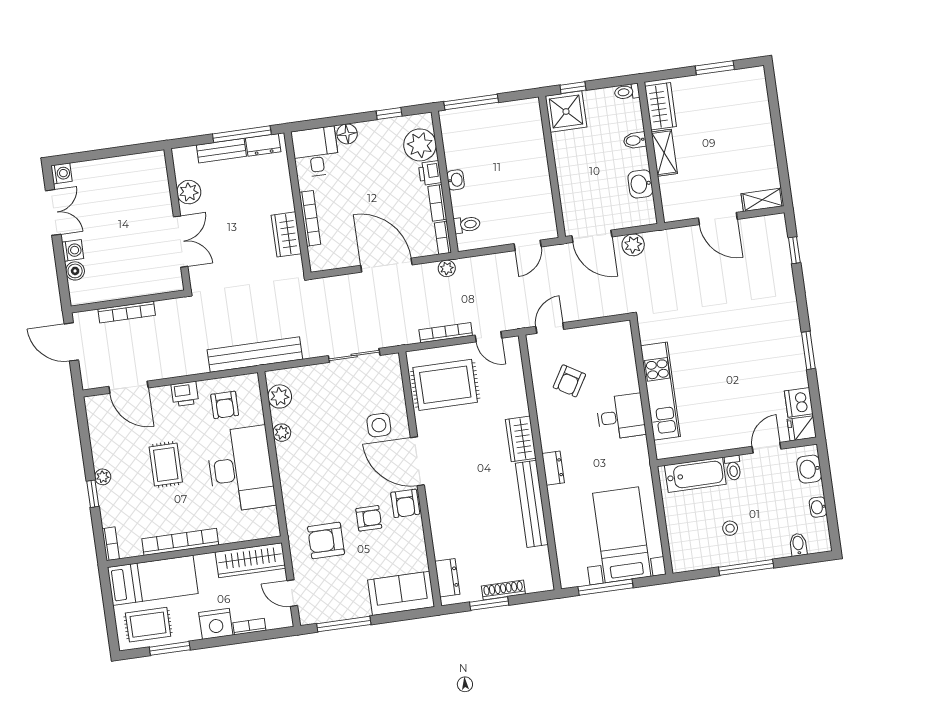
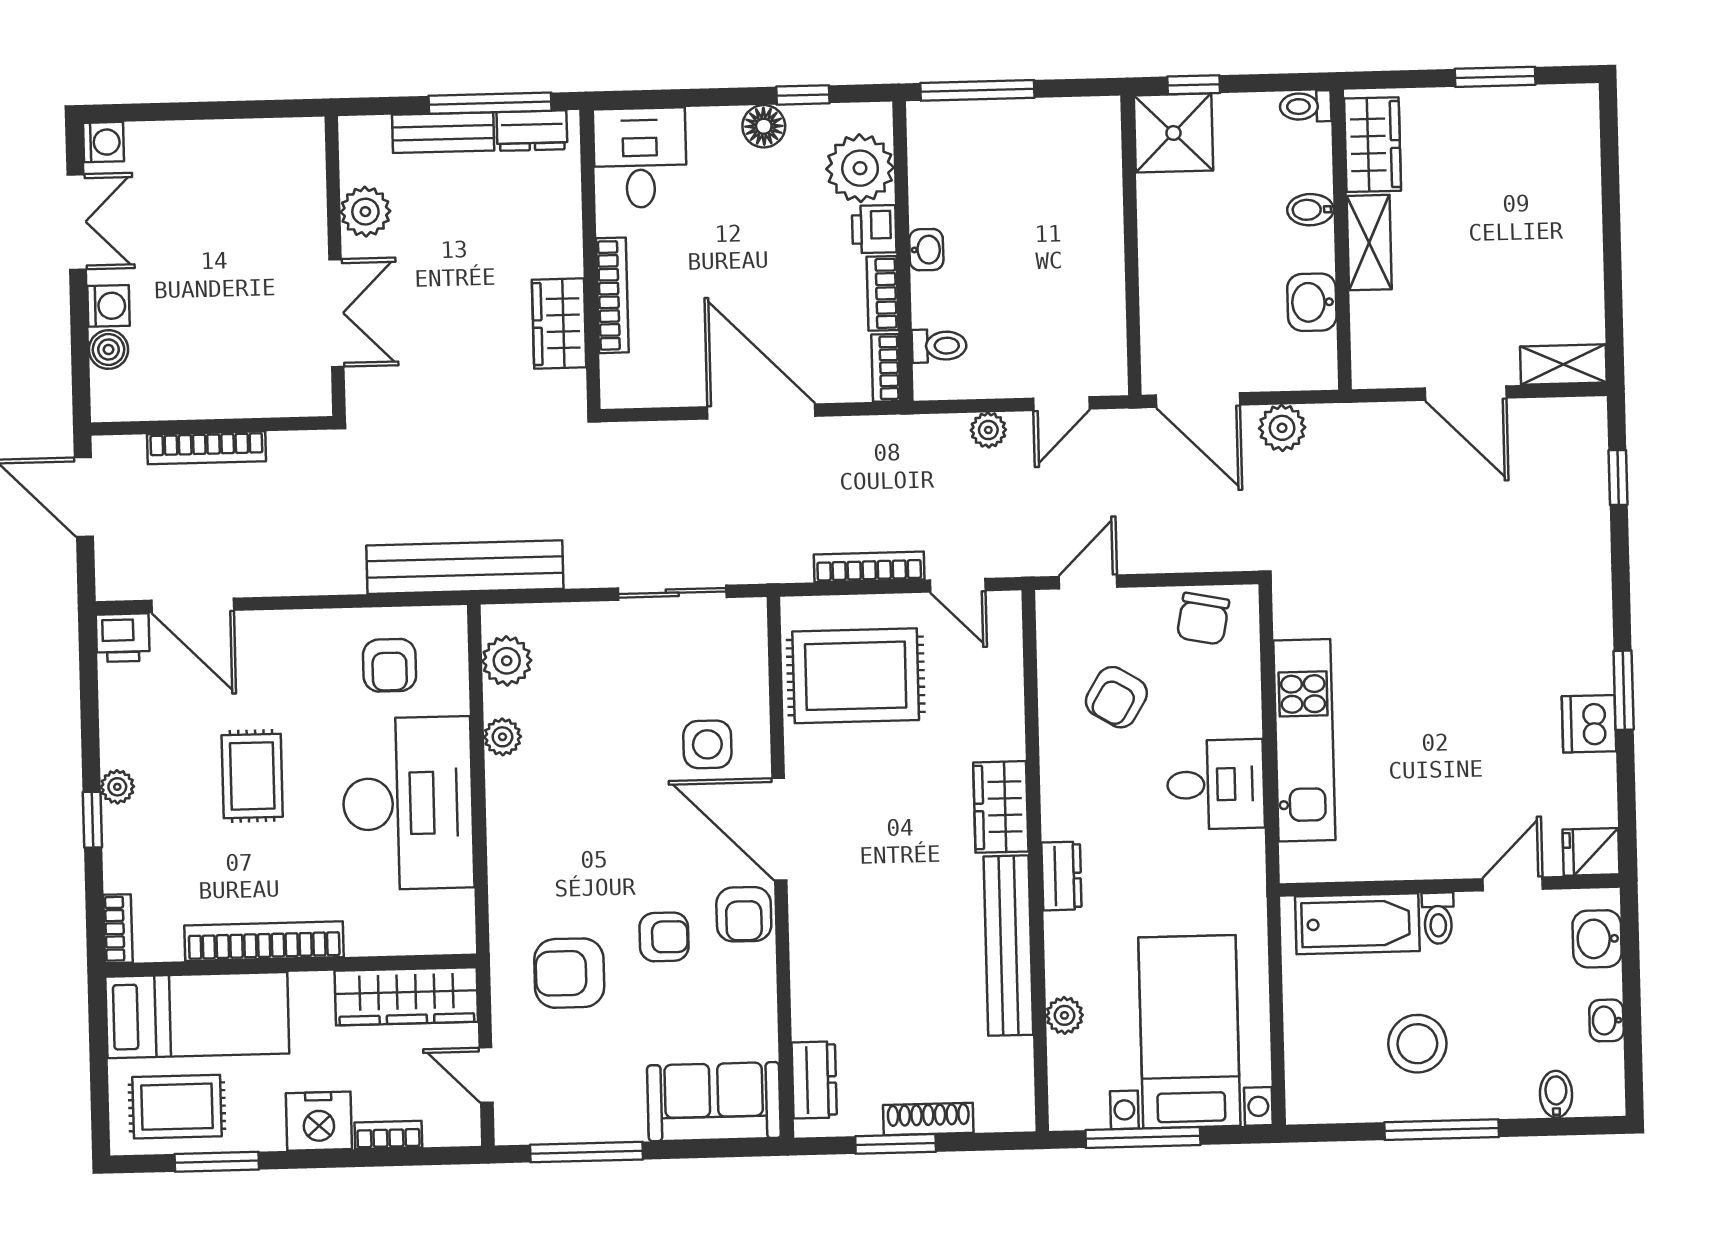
floor lamp: (347, 134) -> (764, 126), moved
plant: (447, 268) -> (988, 430), moved
chair: (606, 339) -> (1203, 619), added
printer: (185, 394) -> (123, 638), moved
dishwasher: (799, 402) -> (1589, 724), moved
stool: (730, 528) -> (1417, 1044), width x1.89, depth x1.89
plant: (562, 534) -> (1064, 1015), added

